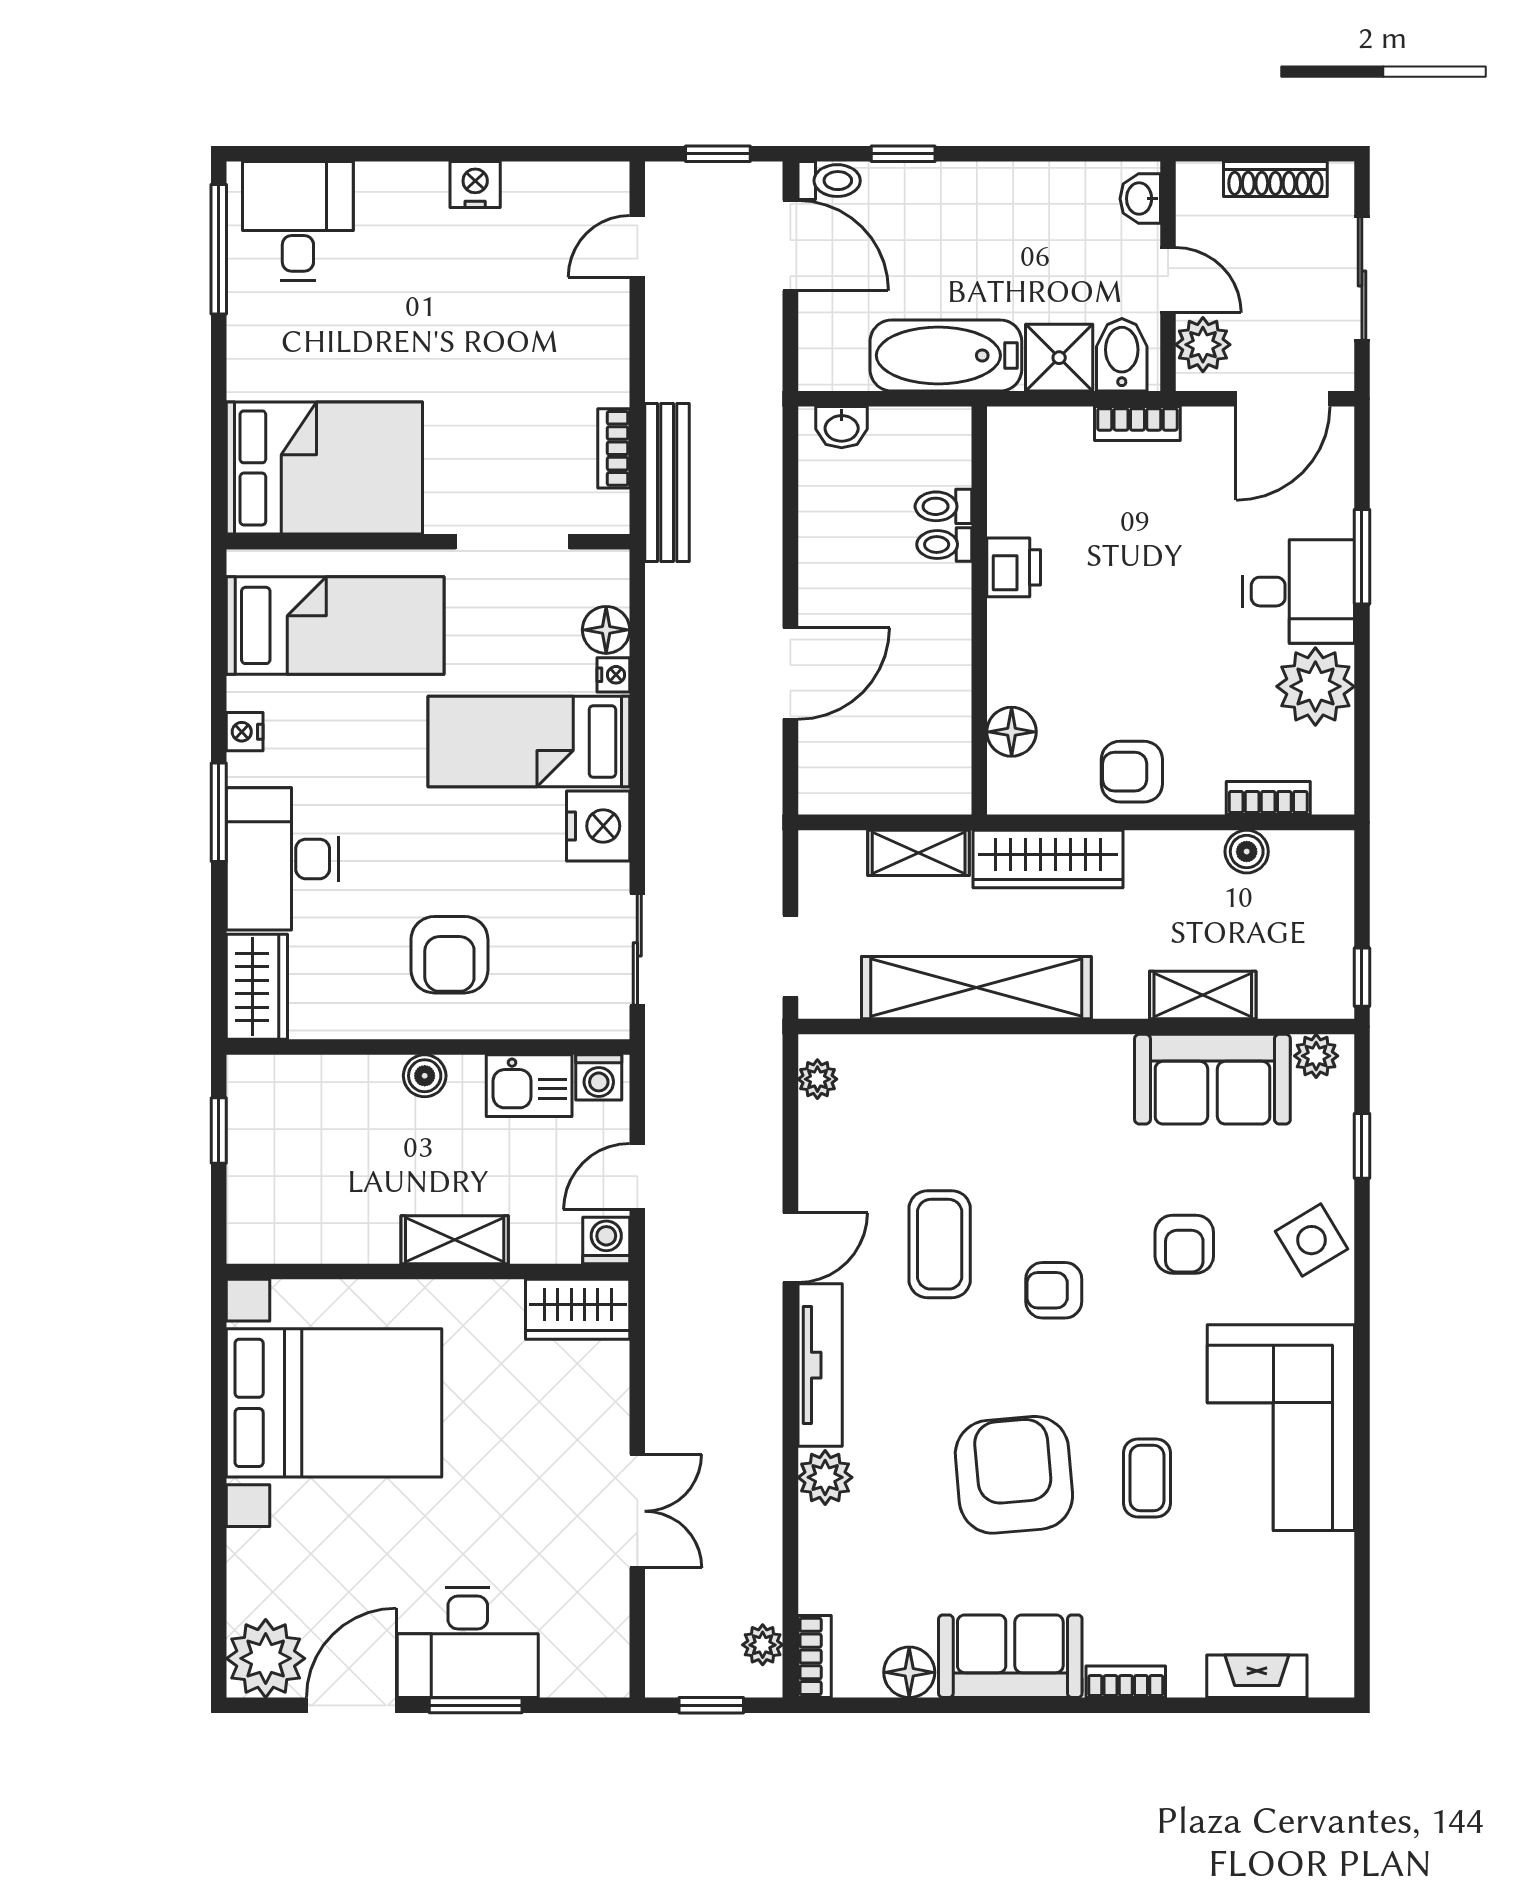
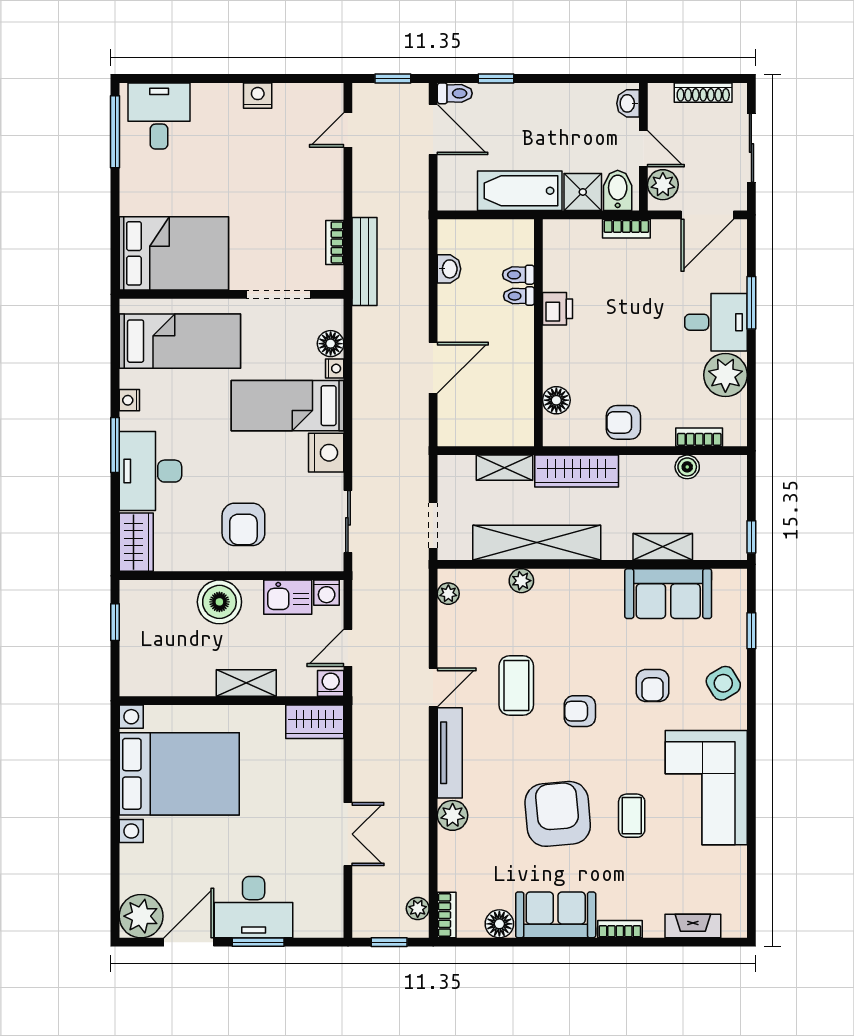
washbasin: (842, 427) -> (449, 269), moved, turned -90
plant: (1316, 1056) -> (521, 581), moved
boiler: (425, 1076) -> (219, 602), width x1.86, depth x1.86

